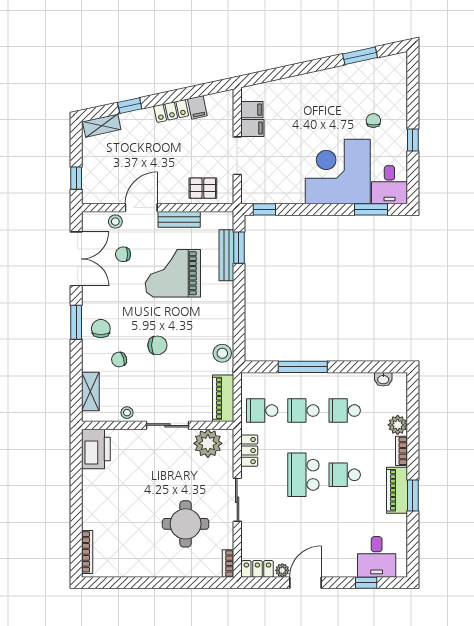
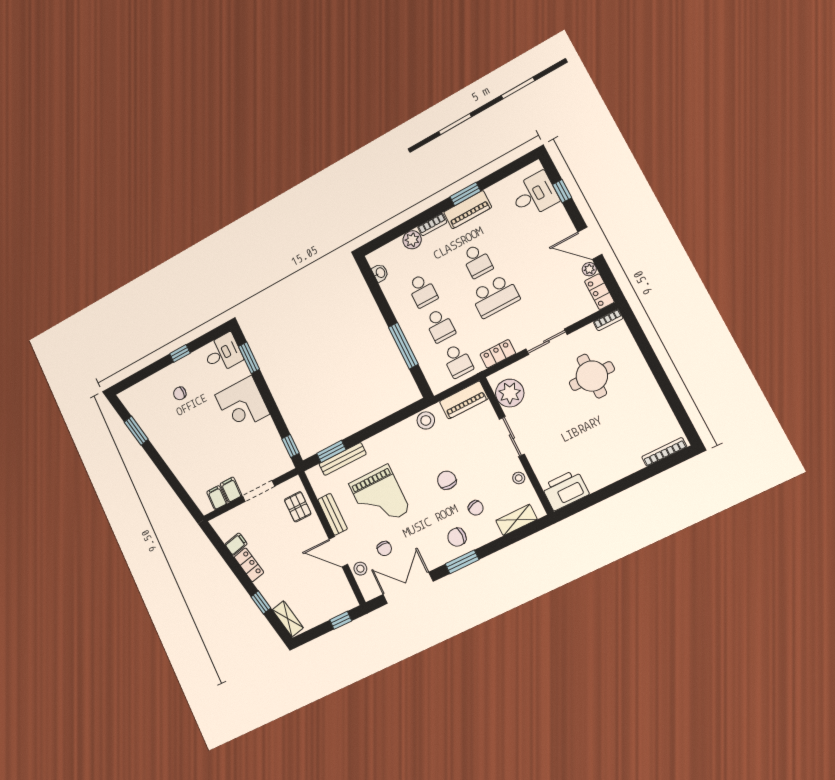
corner desk: (338, 172) -> (242, 404), width x0.74, depth x0.74

